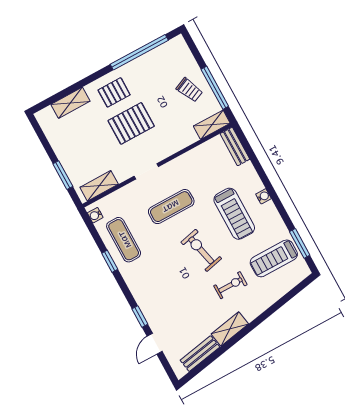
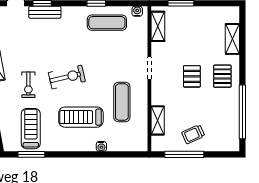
pallet: (131, 123) -> (192, 76), width x0.67, depth x0.71
shelving: (212, 125) -> (158, 120), moved
bench: (235, 146) -> (45, 12), moved
water cooler: (263, 196) -> (101, 146), moved
exercise mat: (171, 207) -> (122, 102), moved

